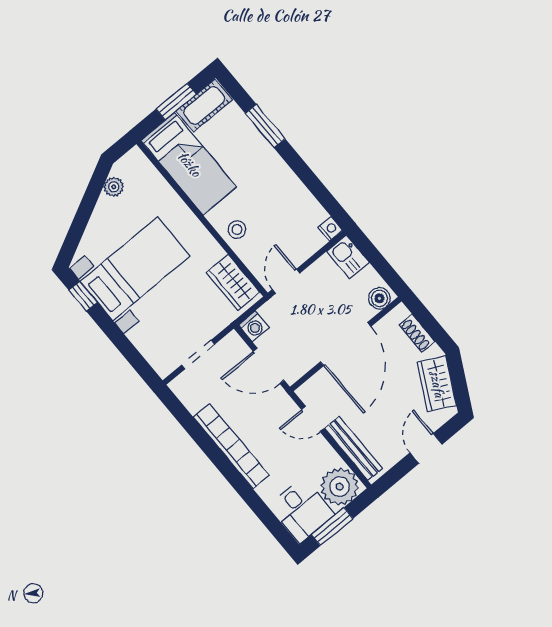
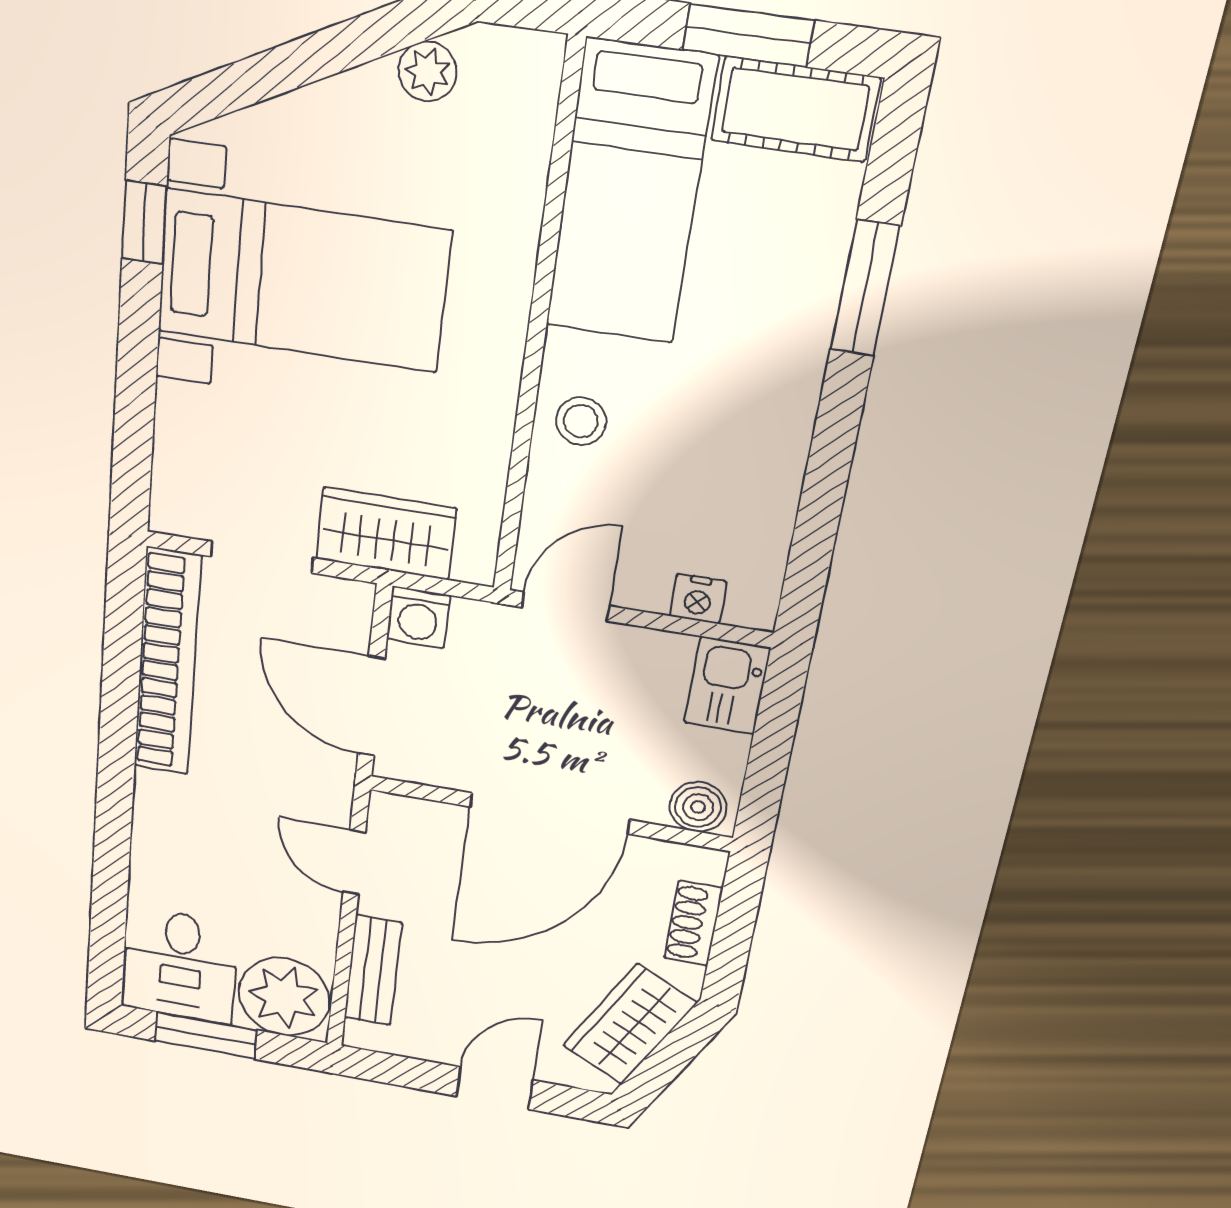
nightstand: (330, 229) -> (698, 599), moved, turned 90
wardrobe: (233, 282) -> (386, 534), moved, turned 90
bookcase: (231, 446) -> (167, 663), moved
bench: (353, 448) -> (373, 970), width x0.73

